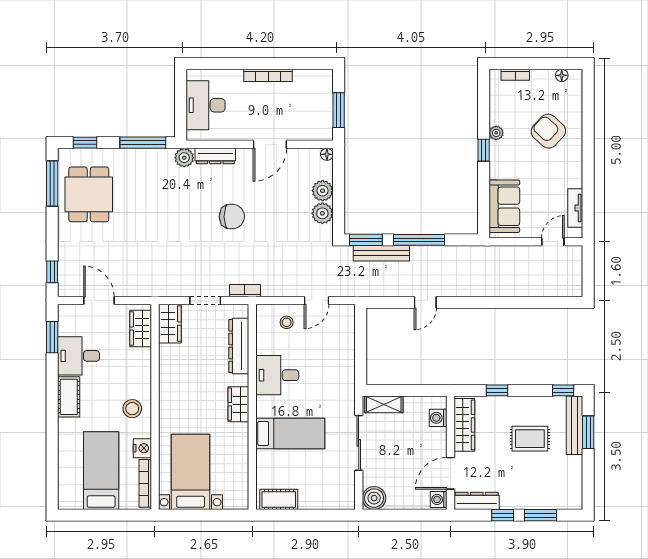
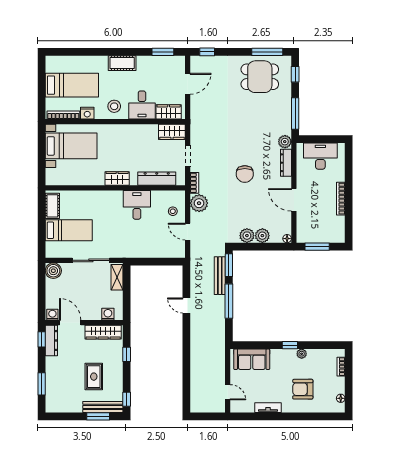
armchair: (548, 131) -> (303, 389), turned -133
tv unit: (575, 208) -> (268, 408), moved
plant: (275, 284) -> (199, 203), added
desk: (79, 356) -> (142, 105), moved, turned 180
bed: (290, 433) -> (69, 230), moved, turned -90
window: (503, 515) -> (42, 339), moved

